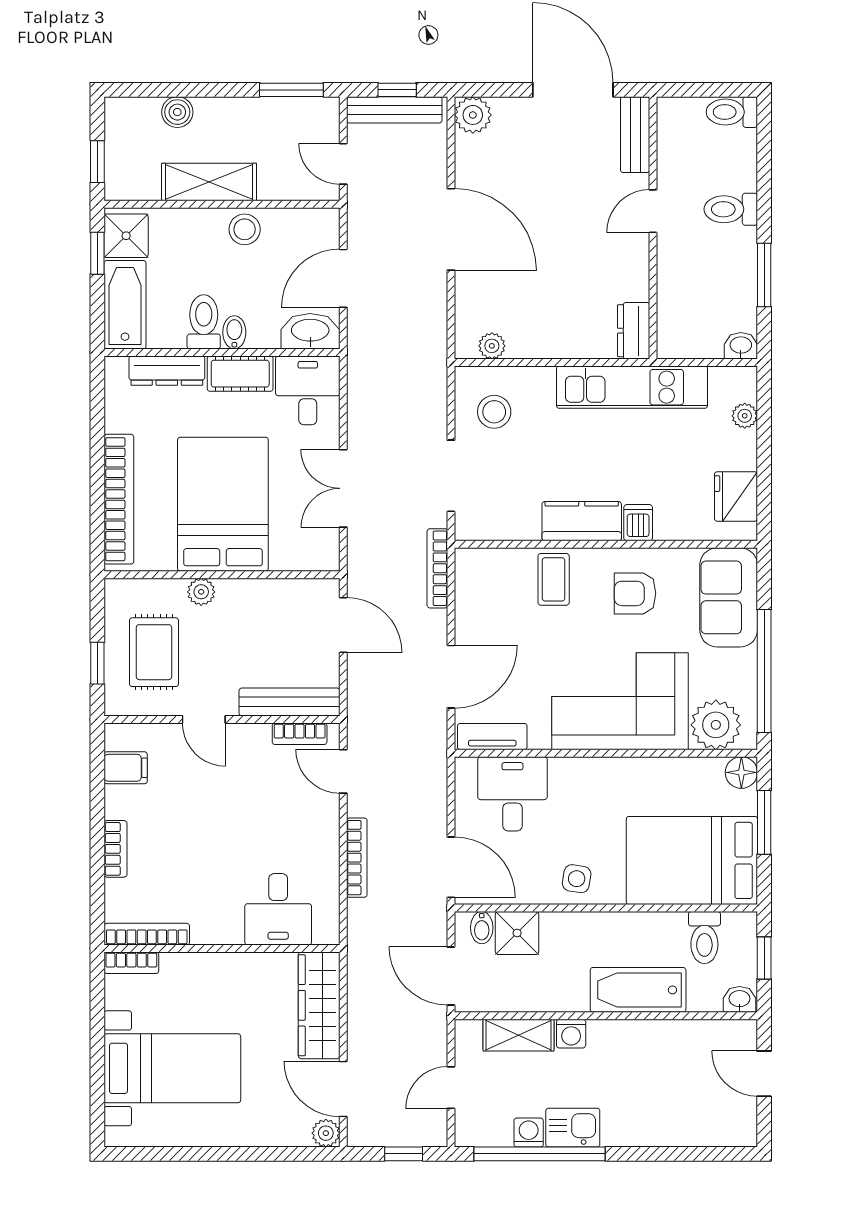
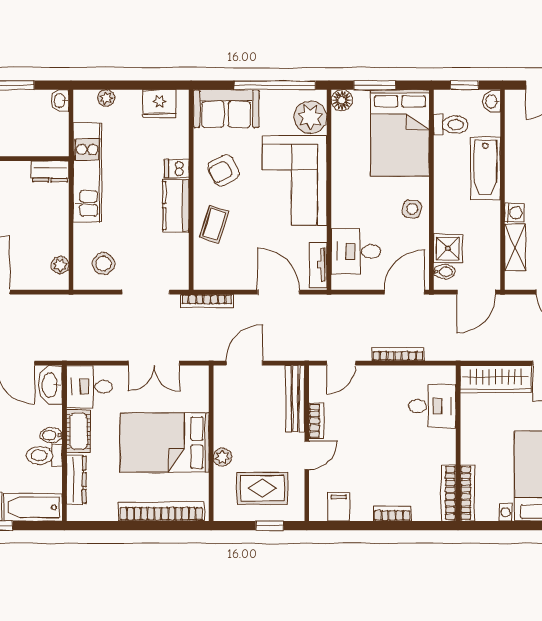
coffee table: (554, 579) -> (214, 224), turned -73
armchair: (635, 593) -> (224, 170), turned 62
bookcase: (300, 734) -> (316, 421), moved
bookcase: (131, 963) -> (467, 493), width x1.56

